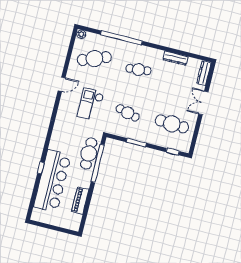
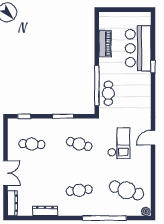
cafe table: (94, 59) -> (126, 190), turned 39
door: (62, 84) -> (153, 138), moved
cafe table: (172, 124) -> (32, 144), width x0.73, depth x0.74
cafe table: (89, 153) -> (108, 93), width x0.73, depth x0.74
bar counter: (52, 181) -> (138, 48), width x0.73

